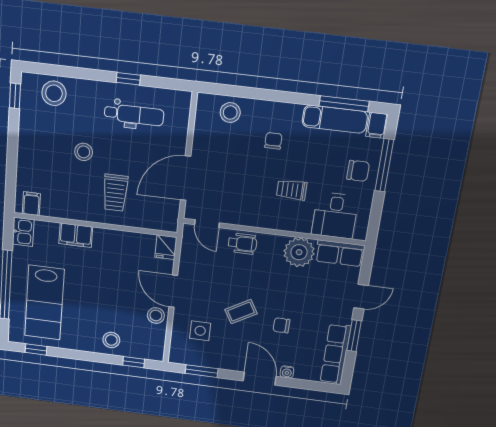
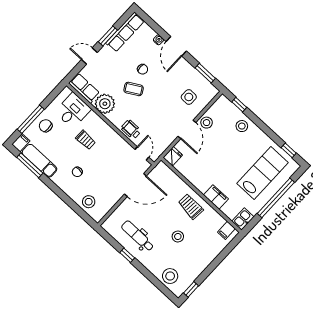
trolley: (115, 193) -> (191, 206), moved, turned -85
coffee table: (241, 312) -> (134, 89), moved

